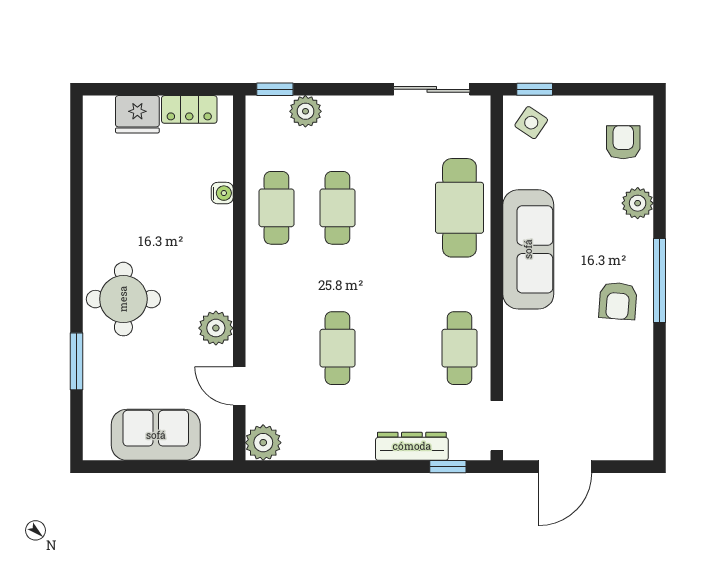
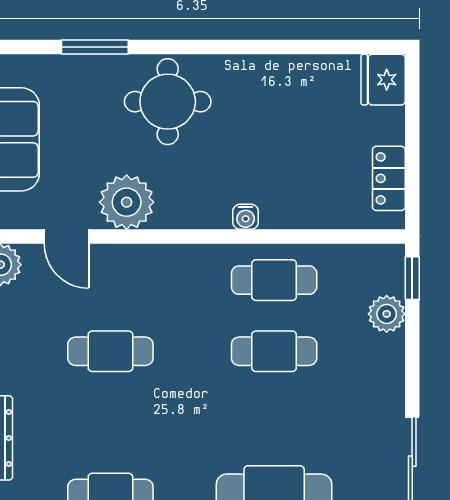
fridge: (137, 114) -> (383, 80), moved
water cooler: (222, 193) -> (246, 217), moved
plant: (216, 328) -> (127, 202), width x1.36, depth x1.36
door: (239, 386) -> (66, 237), swing flipped

